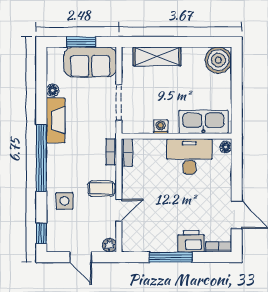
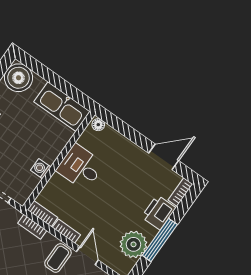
kitchen sink: (203, 122) -> (62, 107), moved, turned -90
desk: (189, 156) -> (80, 167), width x0.73
bookcase: (127, 181) -> (66, 231), added
plant: (153, 239) -> (133, 244), added

